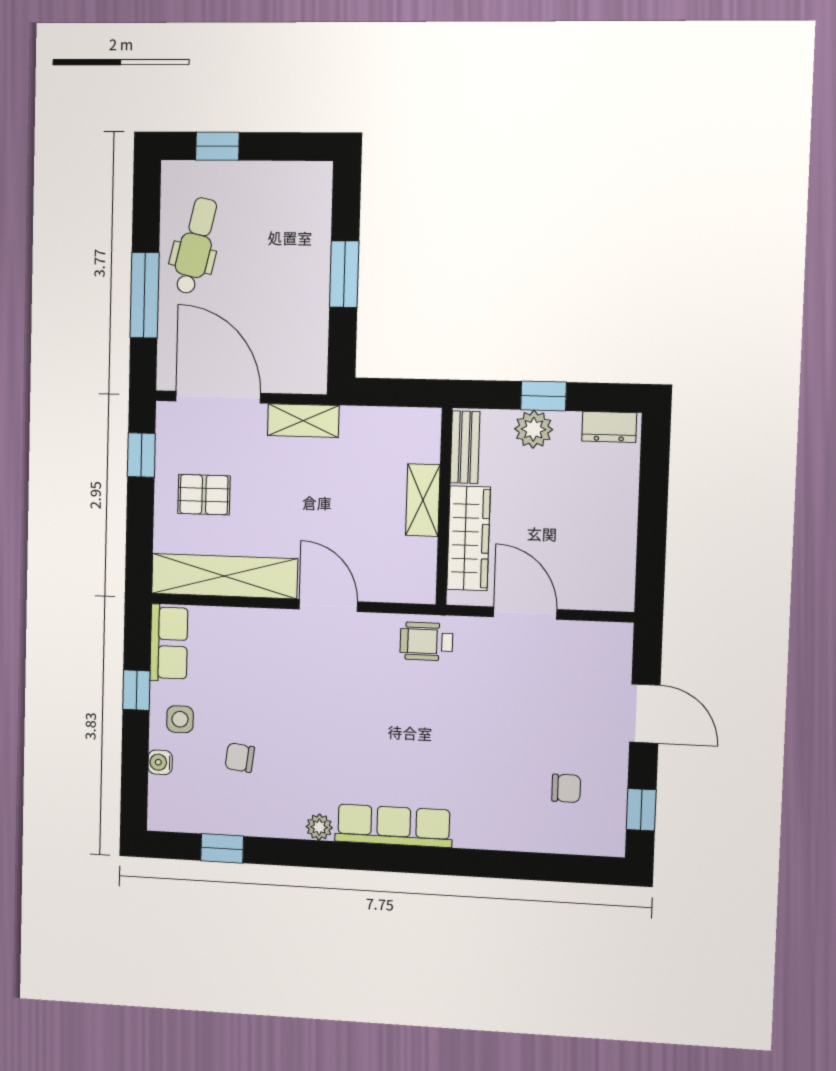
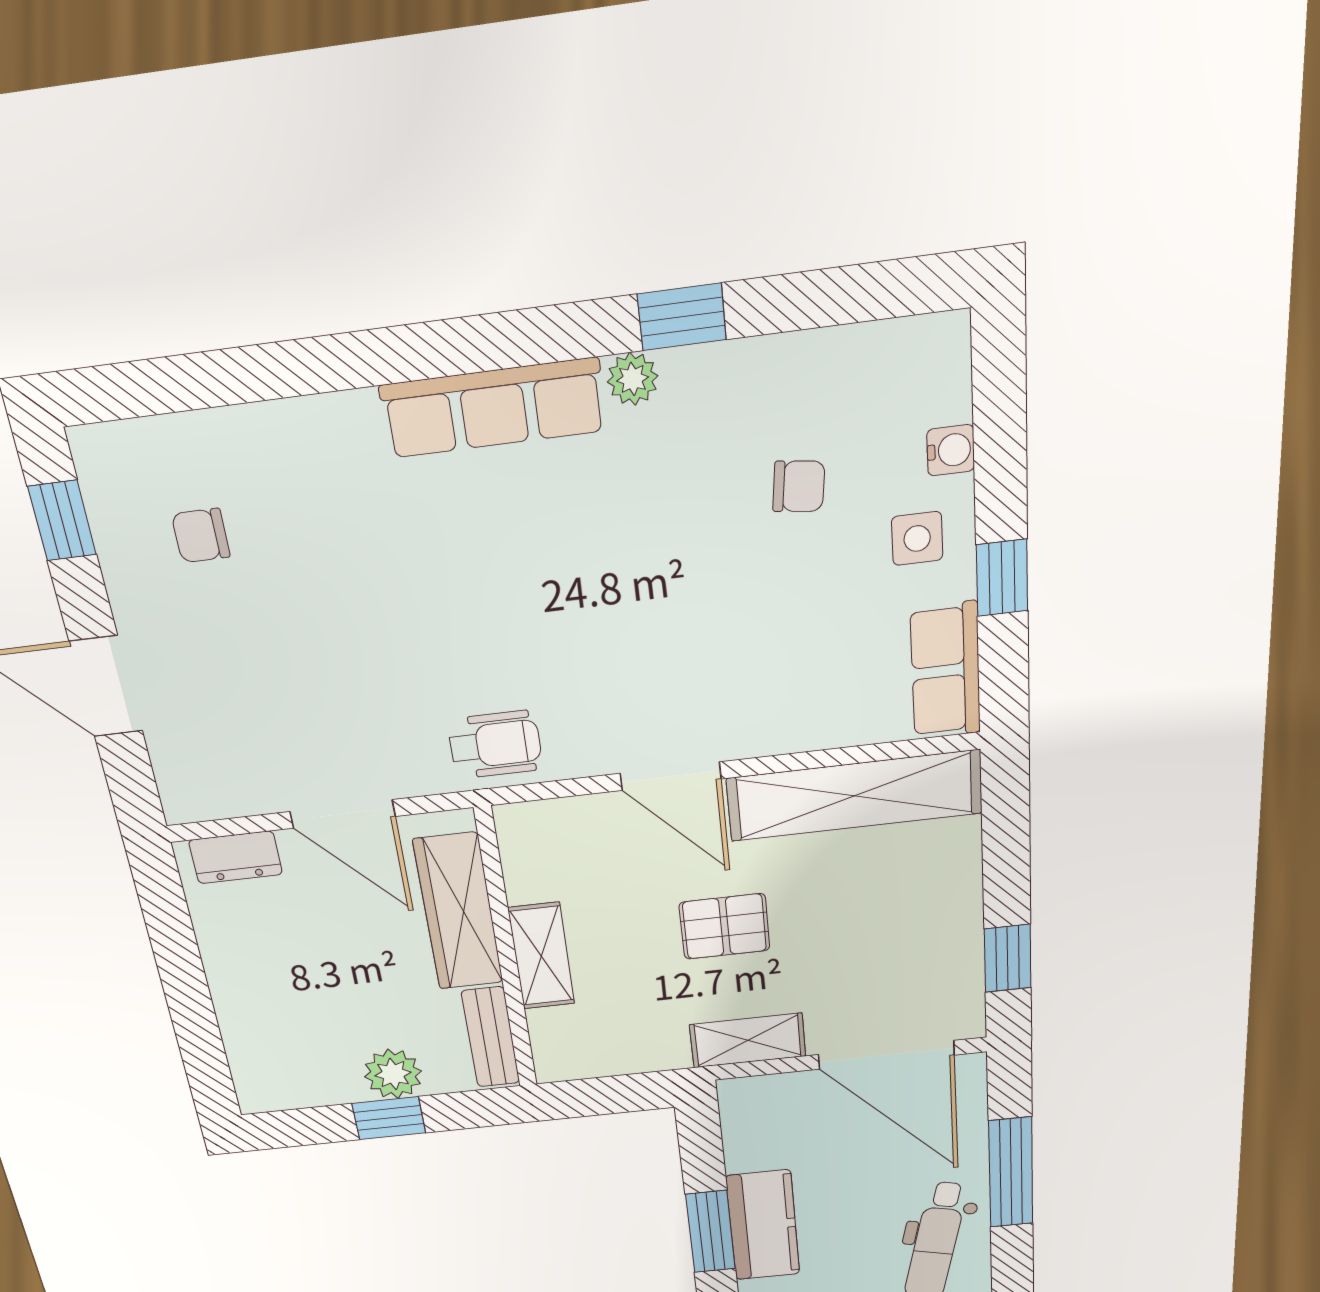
kitchen counter: (309, 275) -> (763, 1225), added
dresser: (609, 427) -> (236, 857), moved, turned 180
pallet: (204, 495) -> (725, 926), moved
window: (222, 848) -> (682, 317), moved

